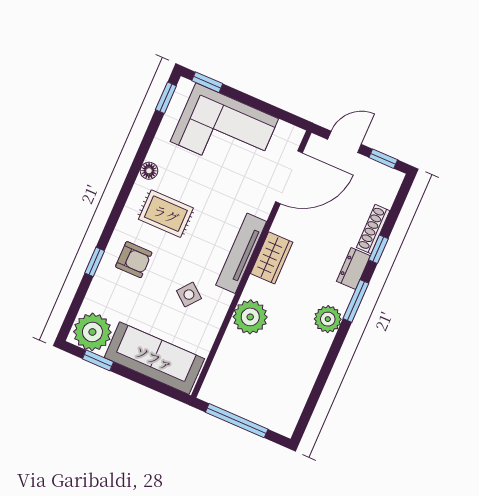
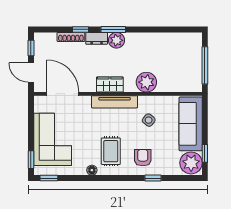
plant: (328, 319) -> (116, 40), moved

